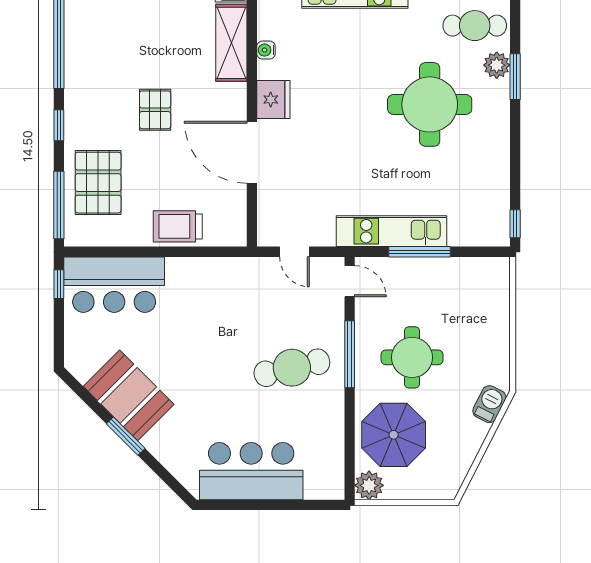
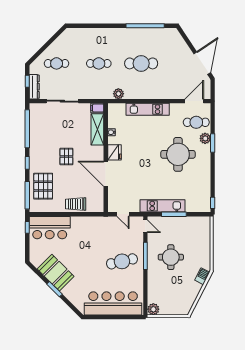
parasol: (394, 435) -> (163, 289), removed
bar counter: (251, 471) -> (113, 303), width x1.36

